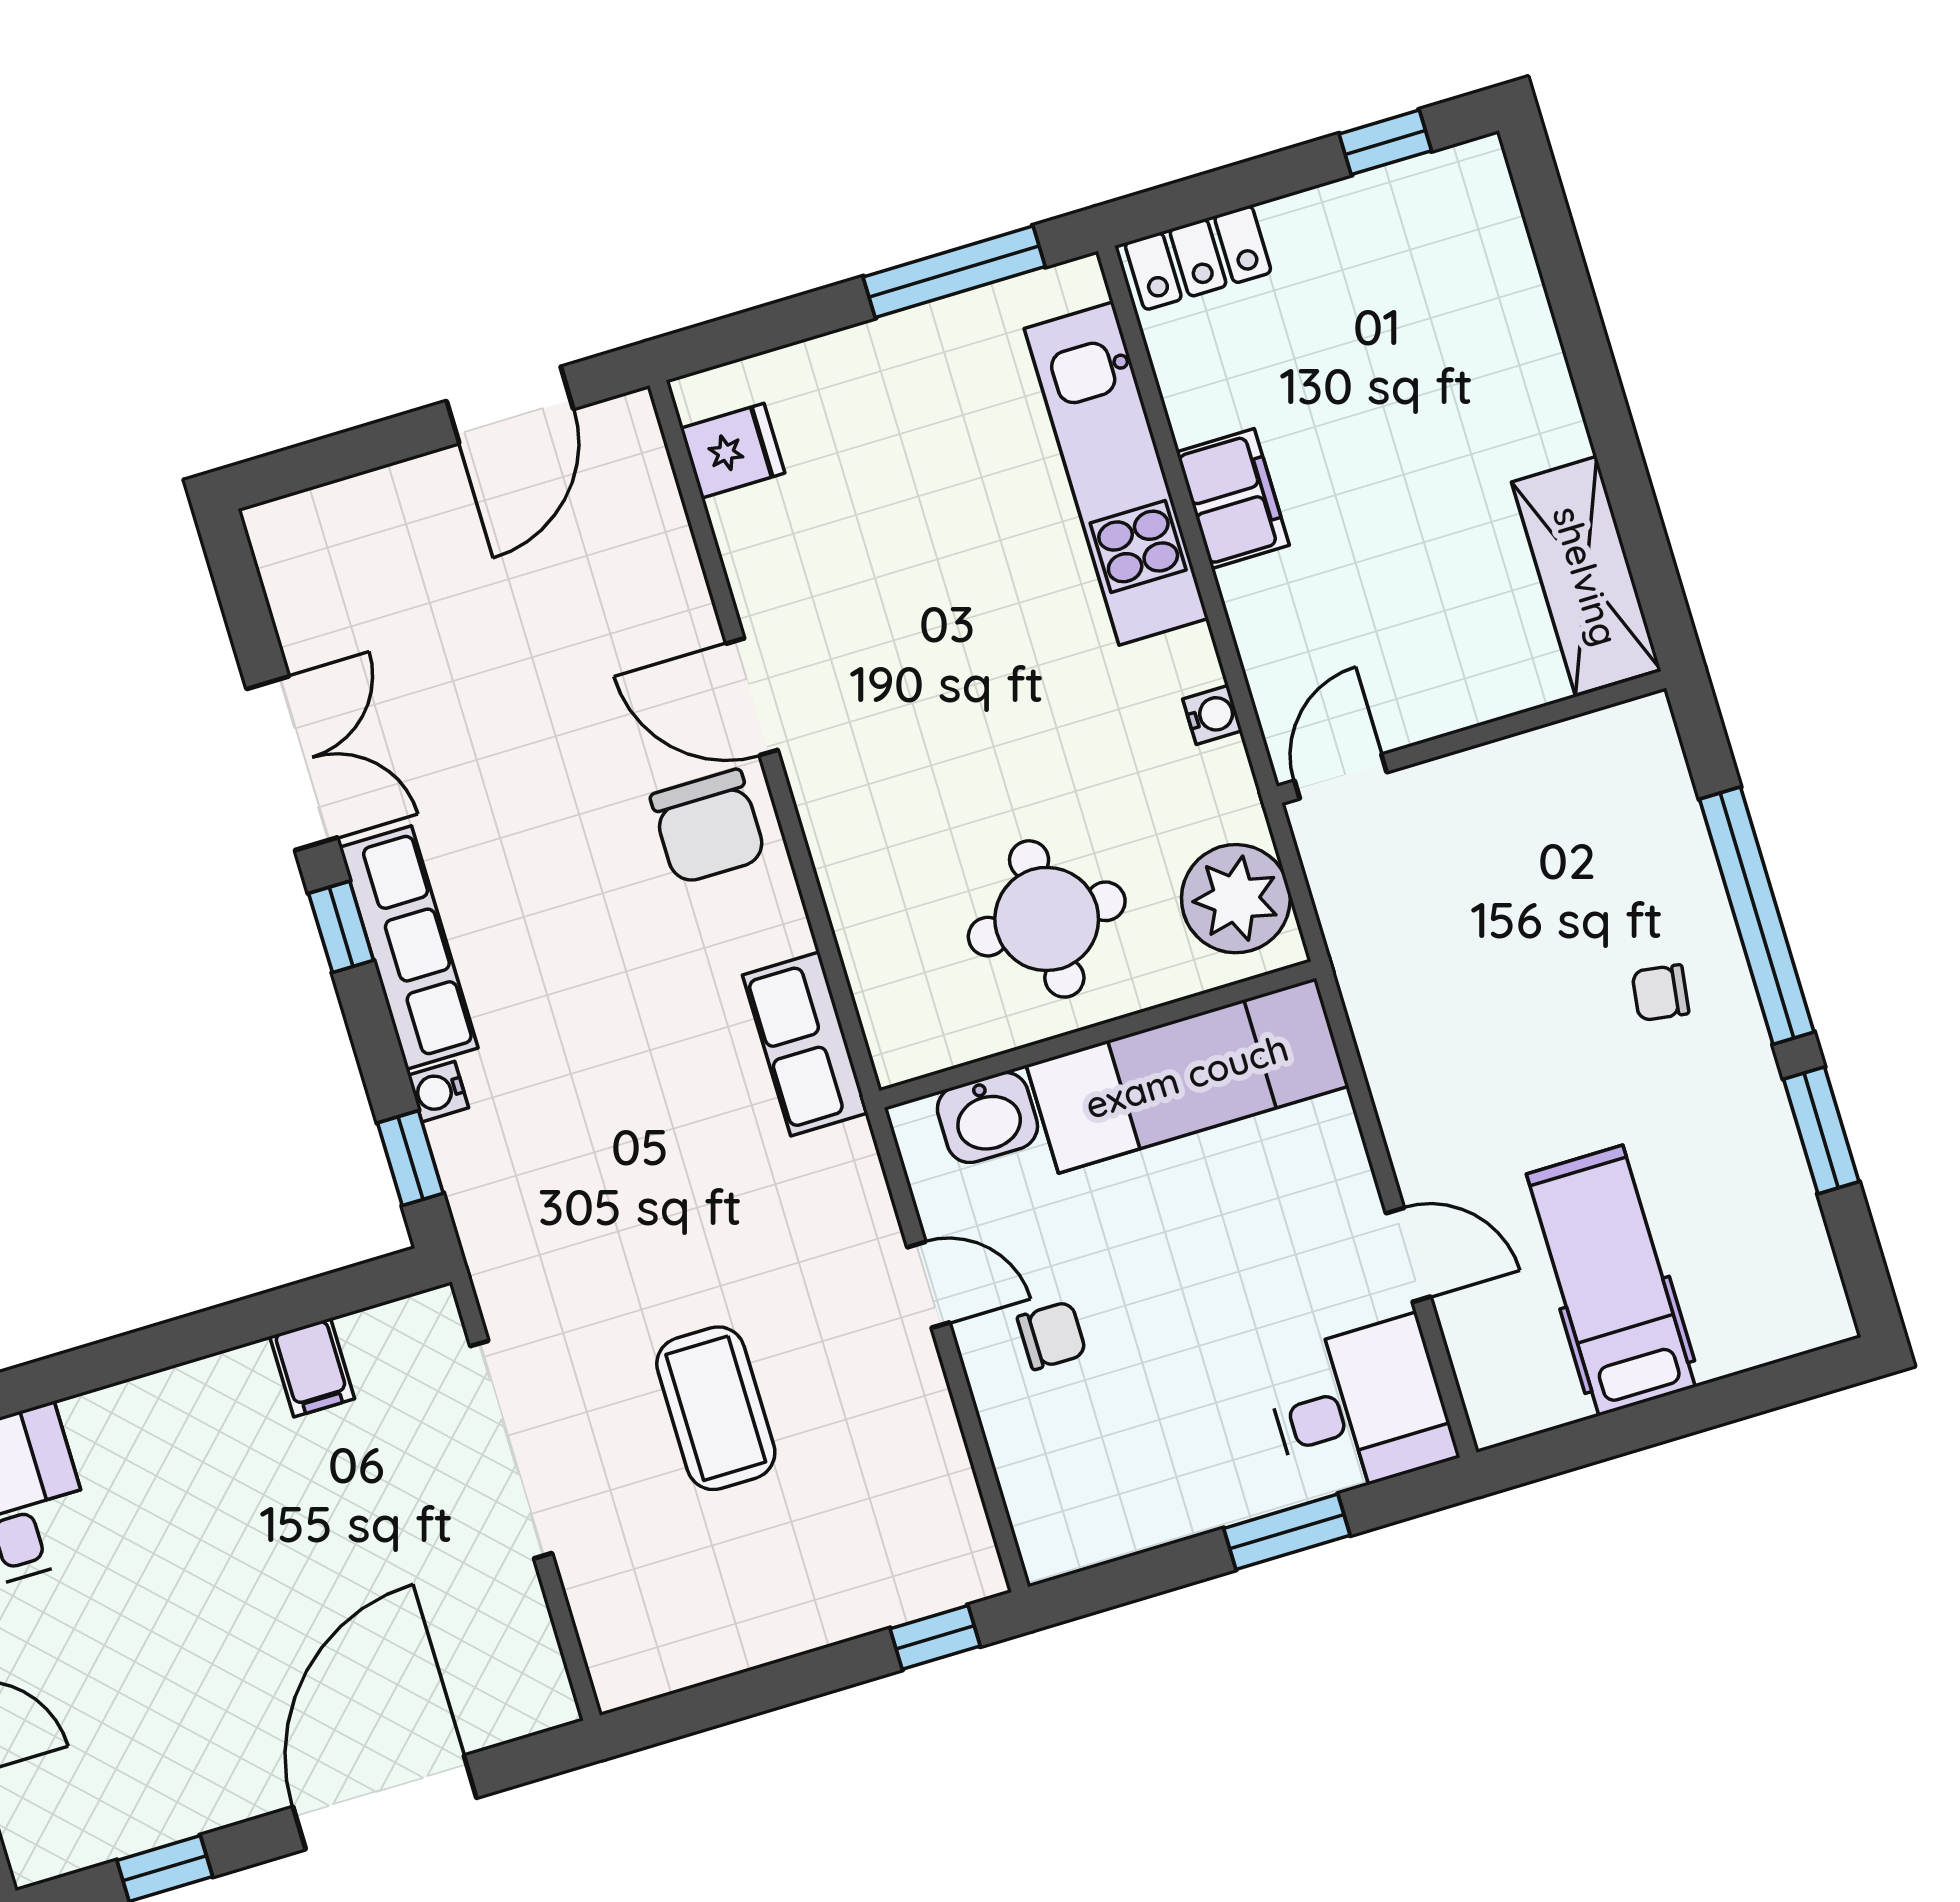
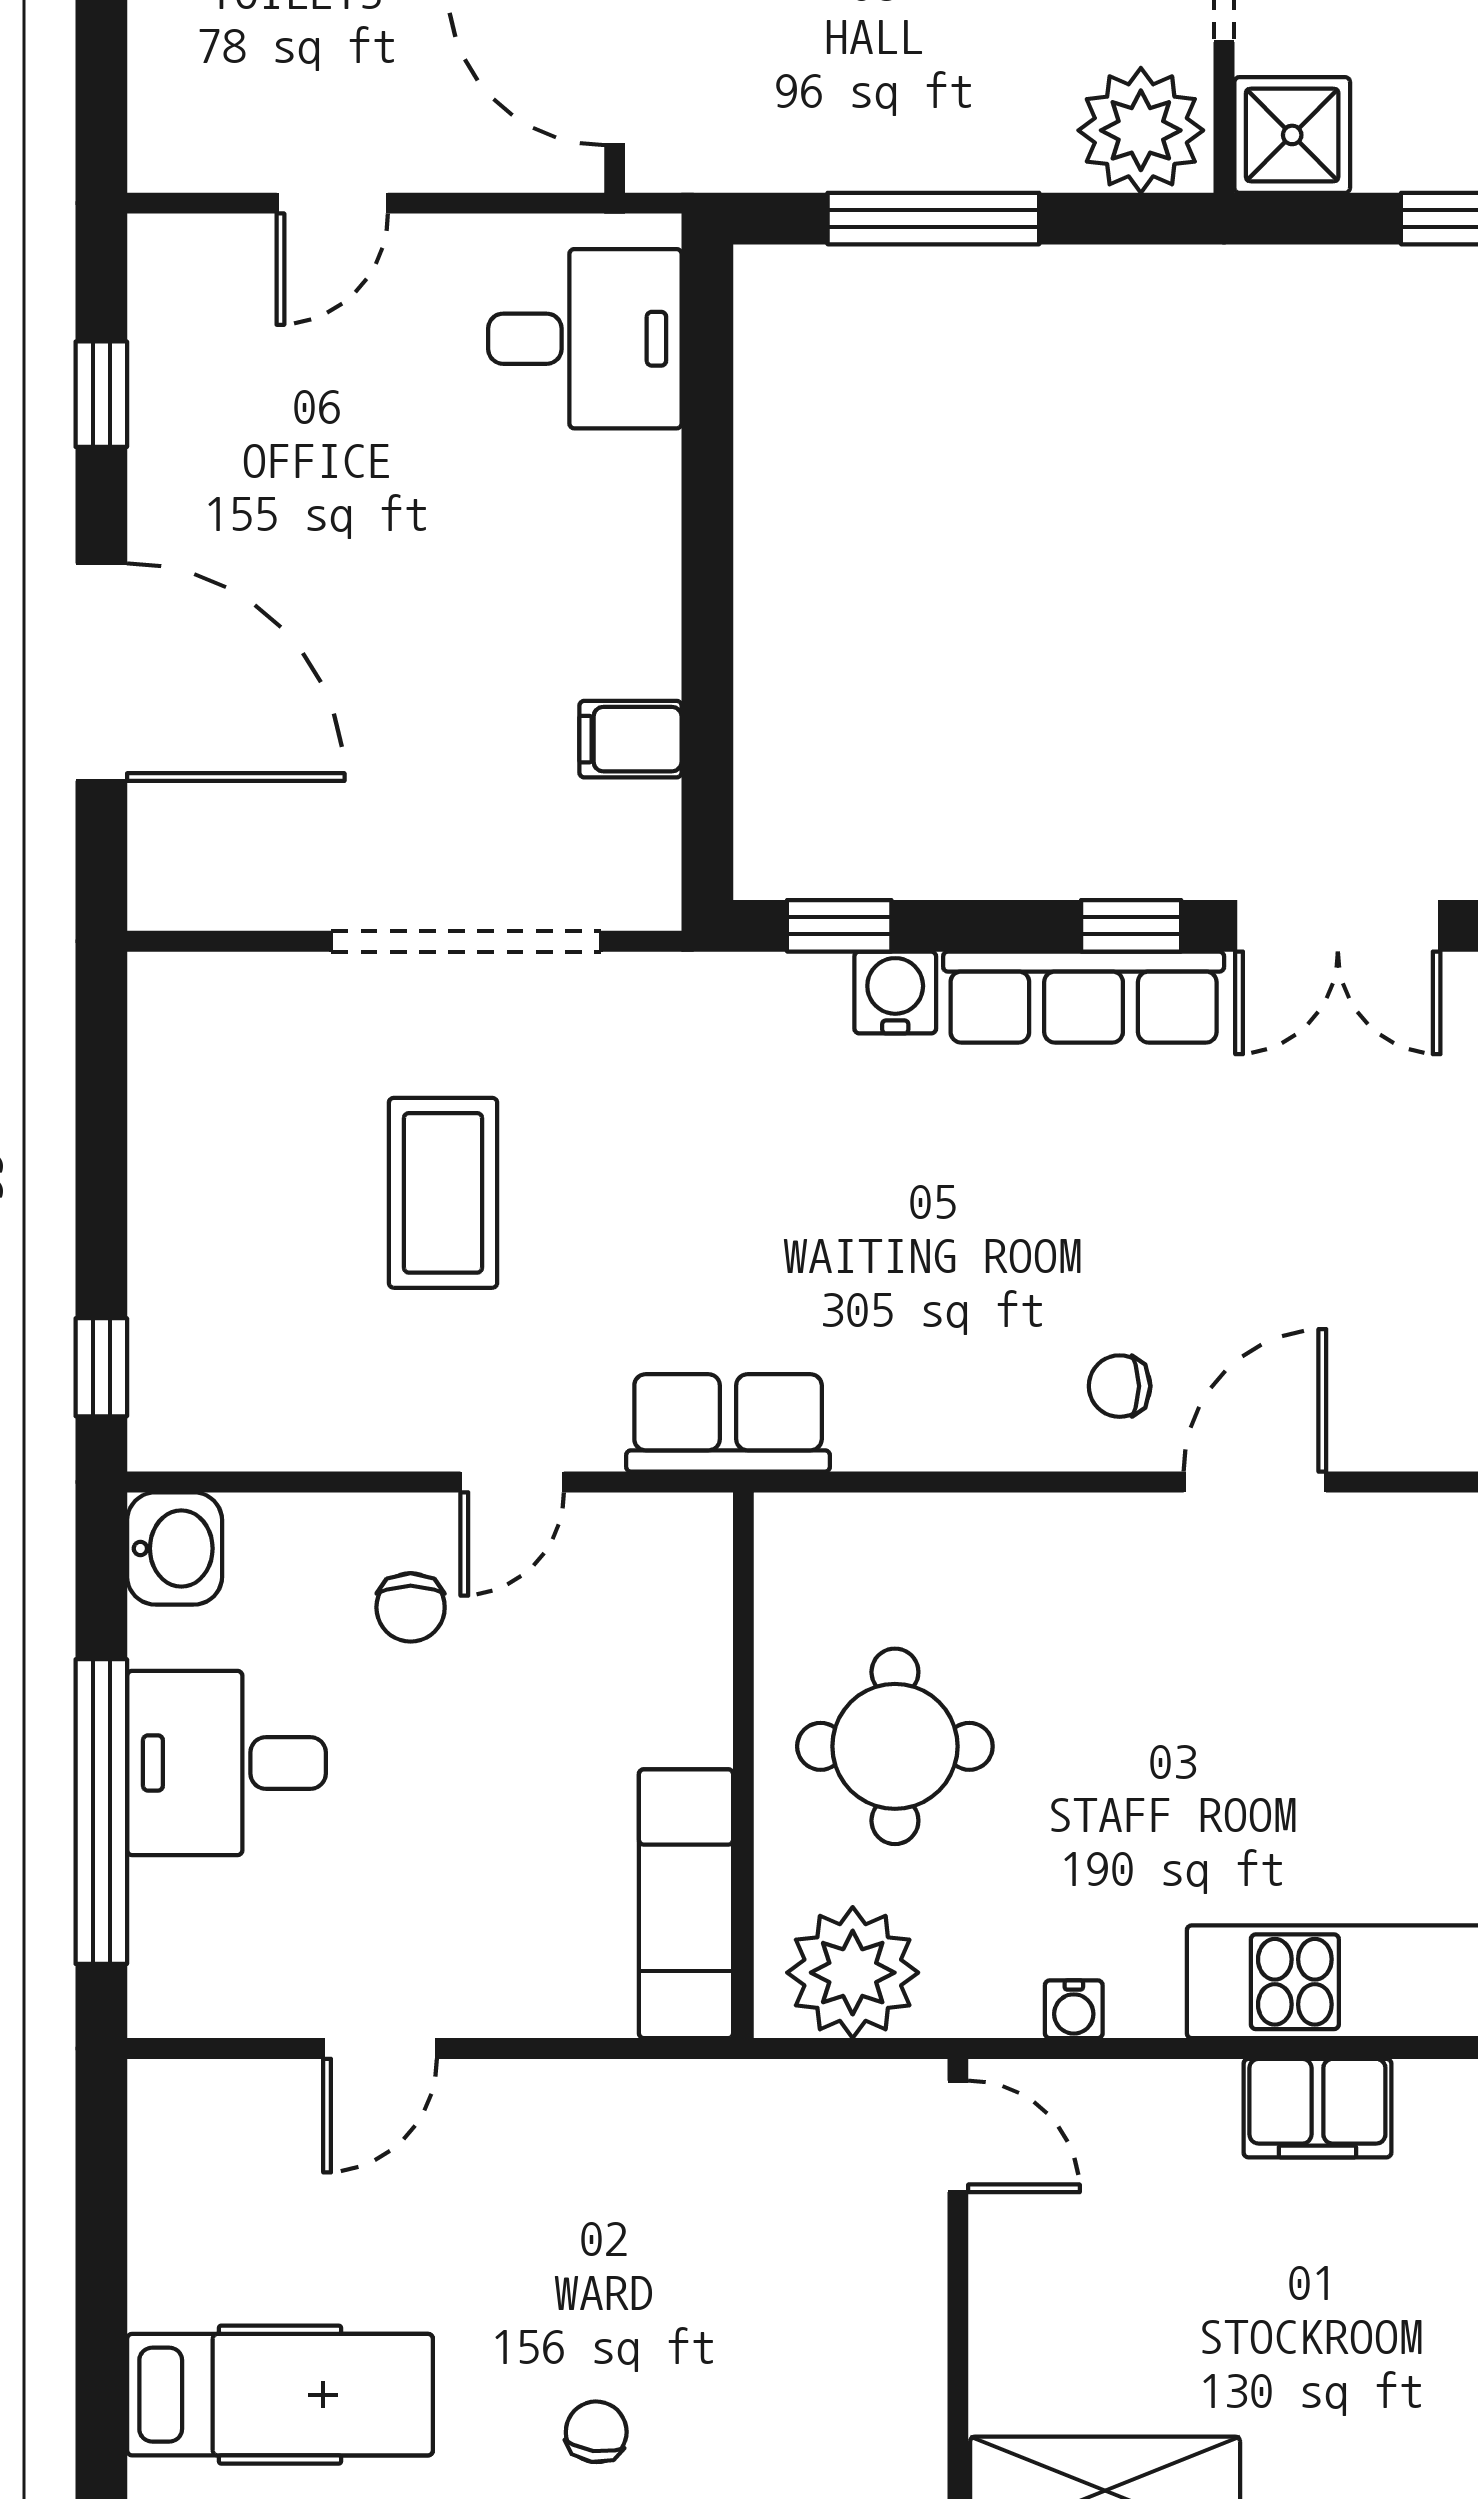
chair: (708, 827) -> (1120, 1386), width x0.54, depth x0.54
row of seats: (805, 1044) -> (728, 1423), moved
exam couch: (1187, 1076) -> (686, 1904), width x0.73, depth x0.69
water cooler: (438, 1092) -> (895, 993), width x1.38, depth x1.38
washbasin: (987, 1117) -> (175, 1548), moved, turned 180
hospital bed: (1611, 1280) -> (280, 2395), moved
coffee table: (716, 1408) -> (443, 1193), turned 90
desk: (1360, 1408) -> (226, 1763), moved, turned 90
window: (1287, 1532) -> (101, 1812), width x2.11

